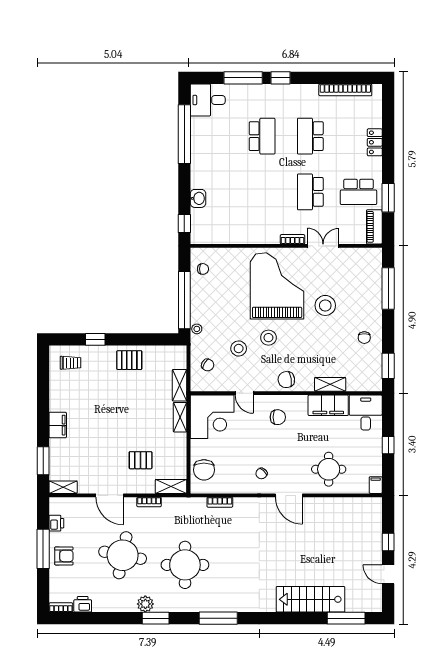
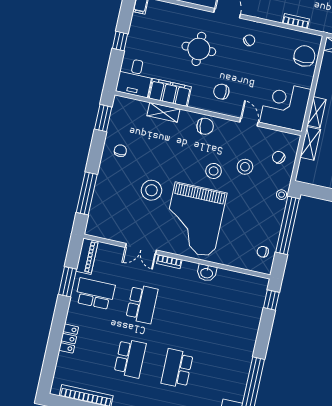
washbasin: (198, 198) -> (207, 273), moved, turned -90
round table: (329, 469) -> (199, 49), moved

